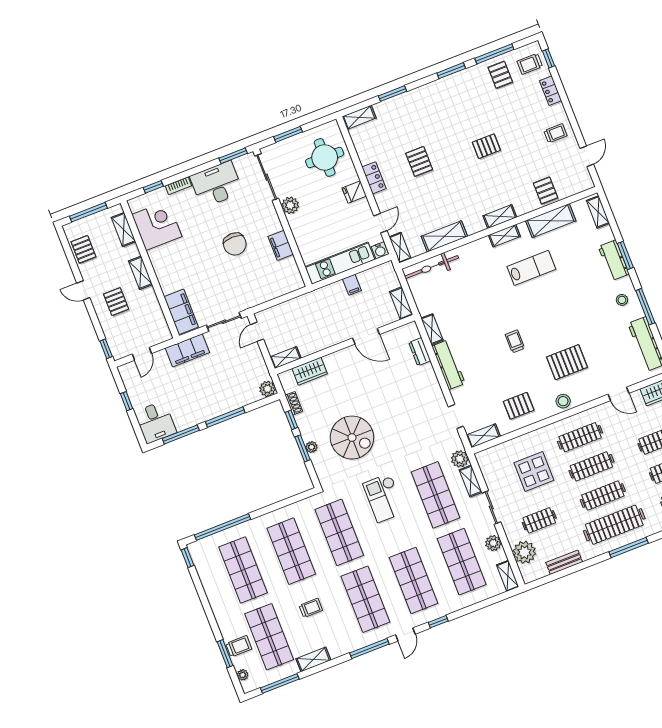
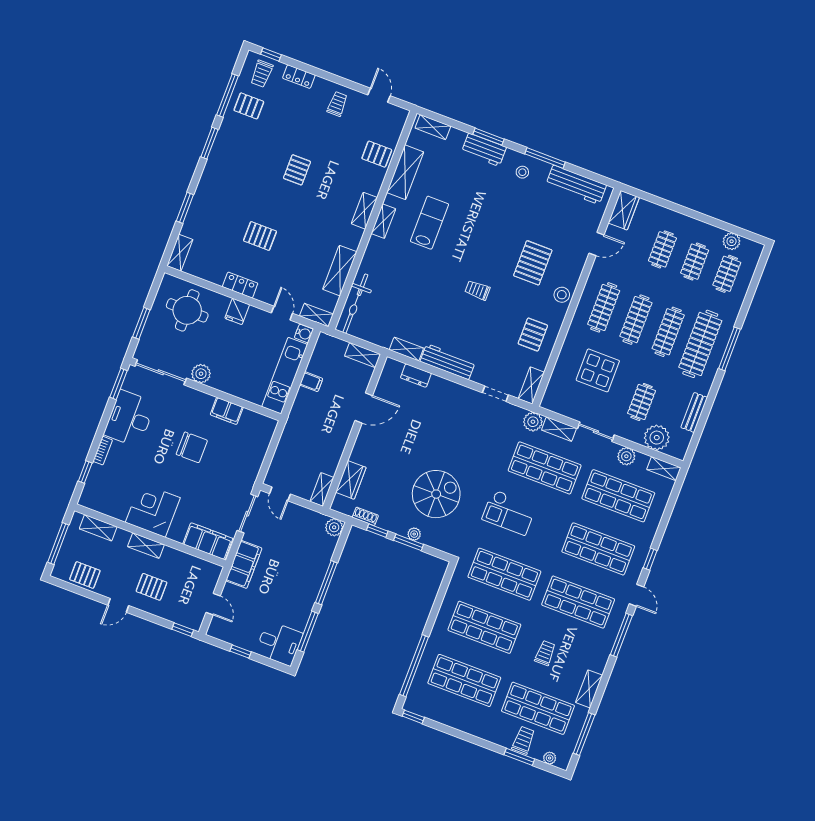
corner desk: (157, 225) -> (153, 510), moved

